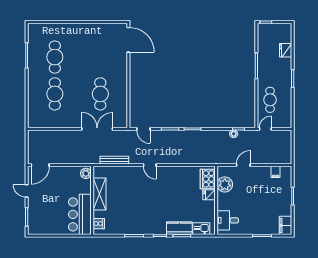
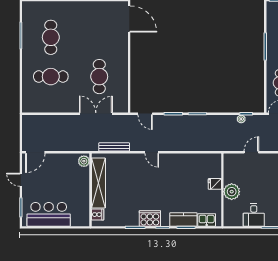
cafe table: (55, 94) -> (51, 77), turned 90
cooker: (208, 179) -> (150, 218), moved, turned 90
plant: (225, 184) -> (232, 192), moved
shelving: (100, 194) -> (98, 183), width x1.47
bar counter: (80, 214) -> (49, 214), moved, turned 90
desk: (228, 220) -> (254, 215), moved, turned -90

